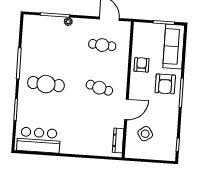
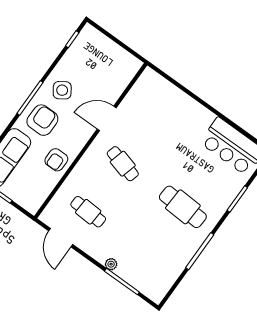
side table: (145, 134) -> (62, 90), moved
dresser: (118, 140) -> (139, 88), removed

